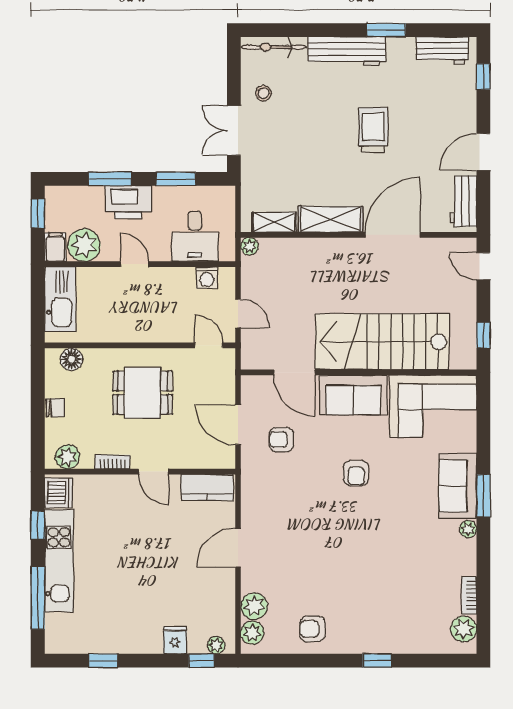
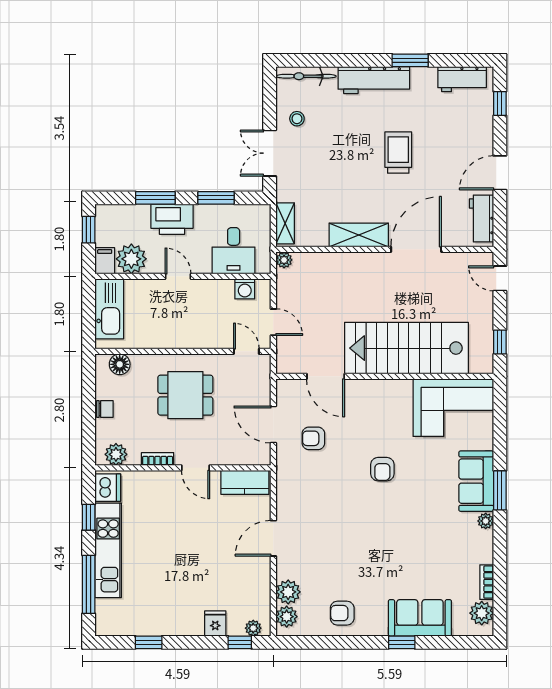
shelving: (274, 222) -> (285, 223), moved, turned 90
sofa: (353, 395) -> (420, 618), moved, turned 180

